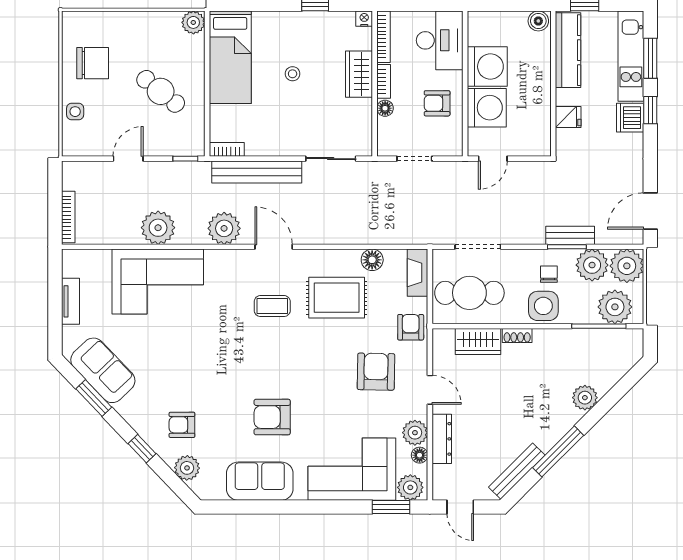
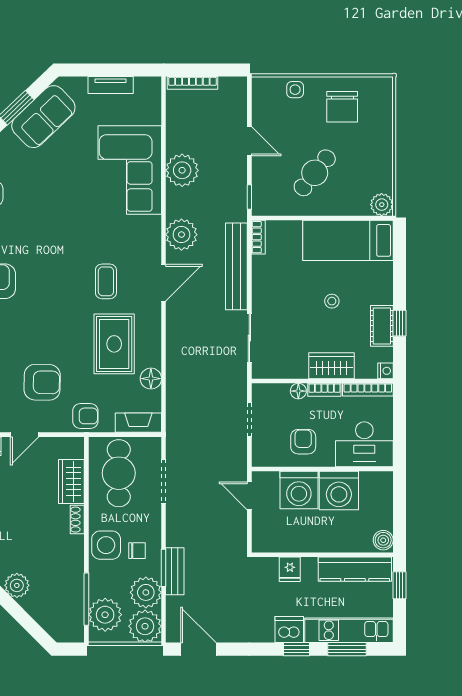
cot: (318, 22) -> (382, 326), added

